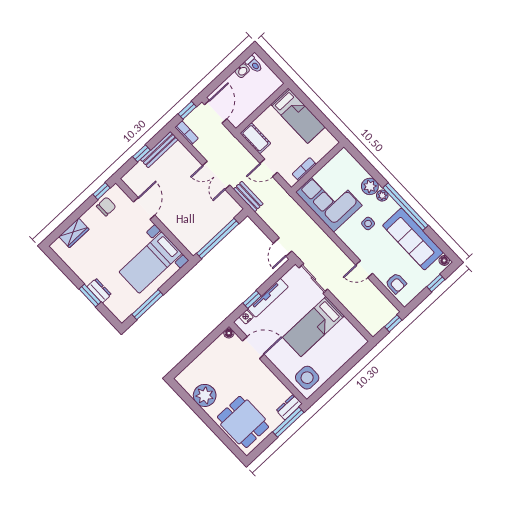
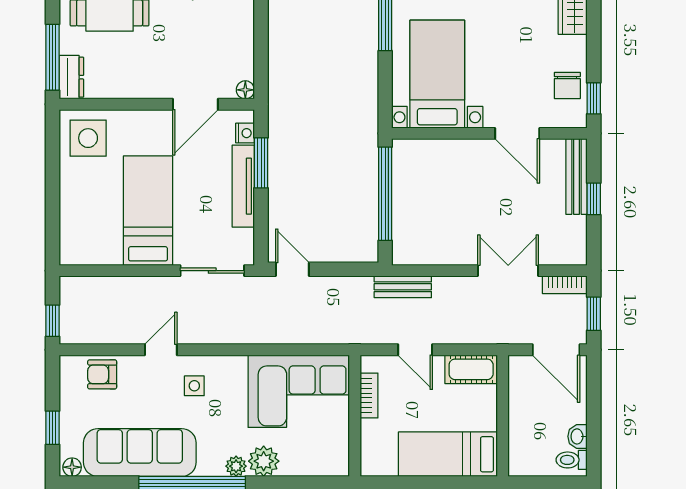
bench: (159, 150) -> (576, 176), moved
door: (269, 168) -> (415, 350), swing flipped
double door: (216, 175) -> (508, 271), moved
side table: (368, 223) -> (194, 386), moved
window: (252, 299) -> (261, 163), width x1.50

